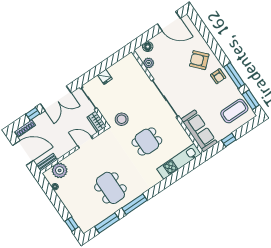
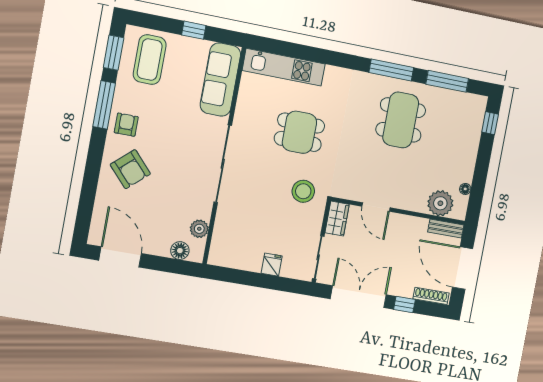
coffee table: (234, 111) -> (150, 60), turned 90

